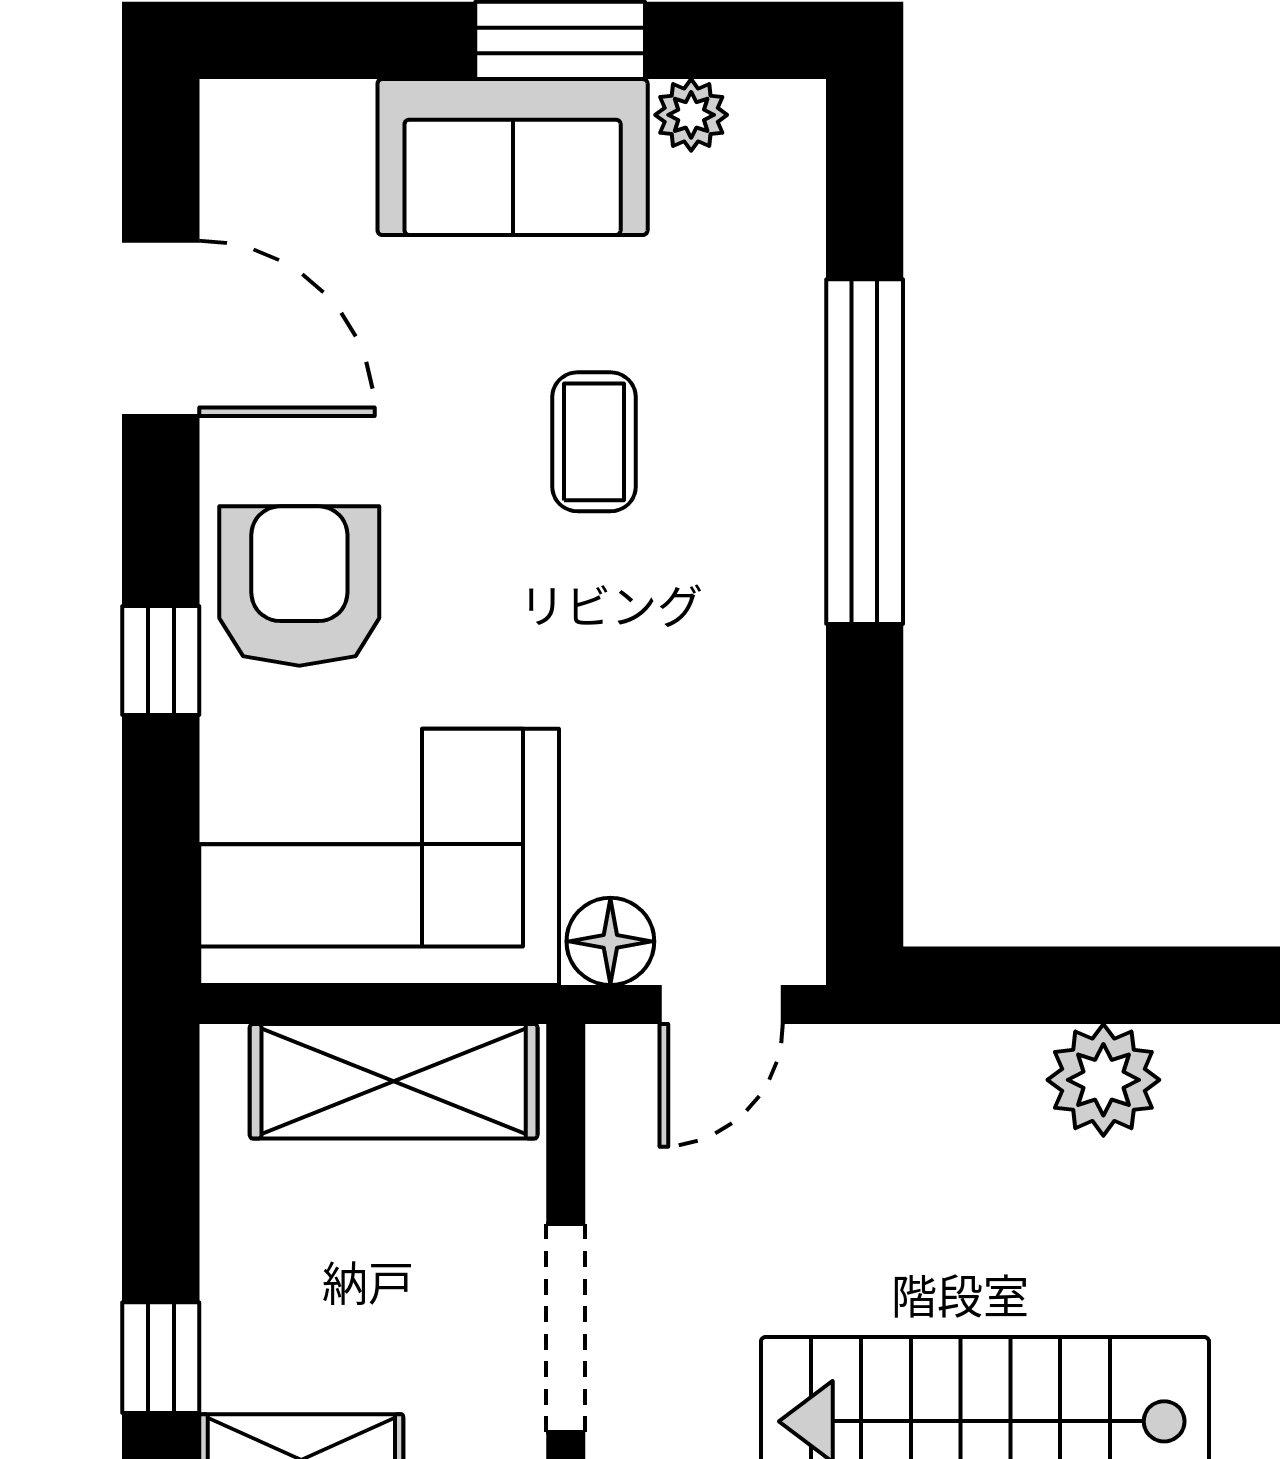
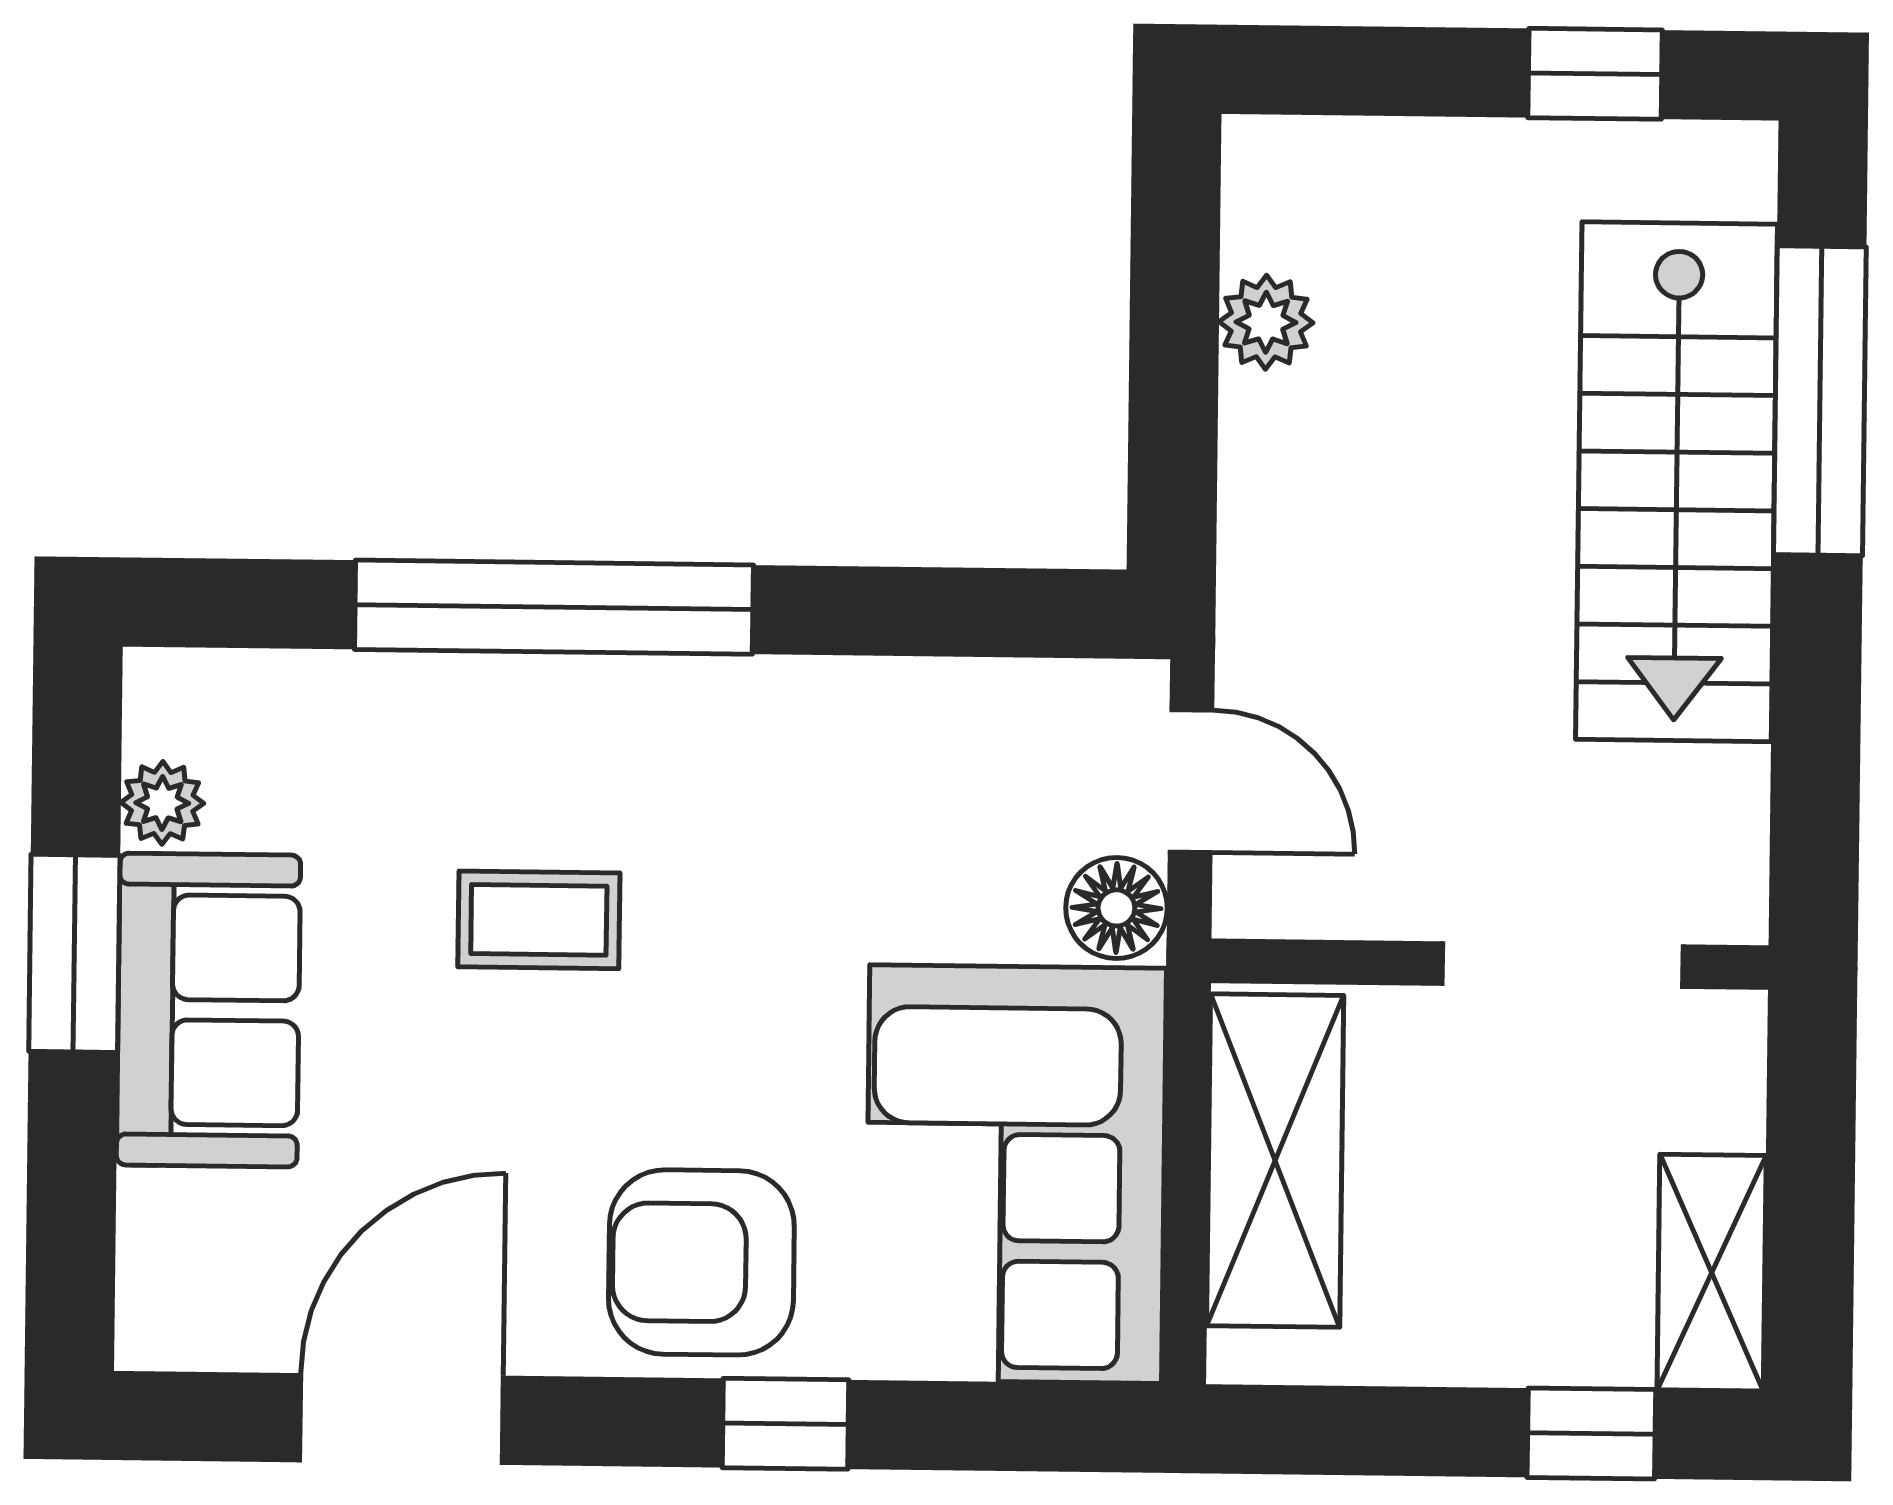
plant: (1103, 1080) -> (1266, 322), width x0.73, depth x0.73

